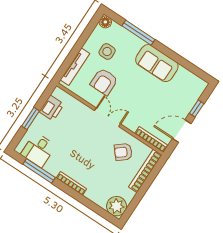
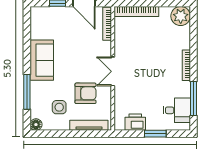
armchair: (123, 152) -> (133, 40), removed

